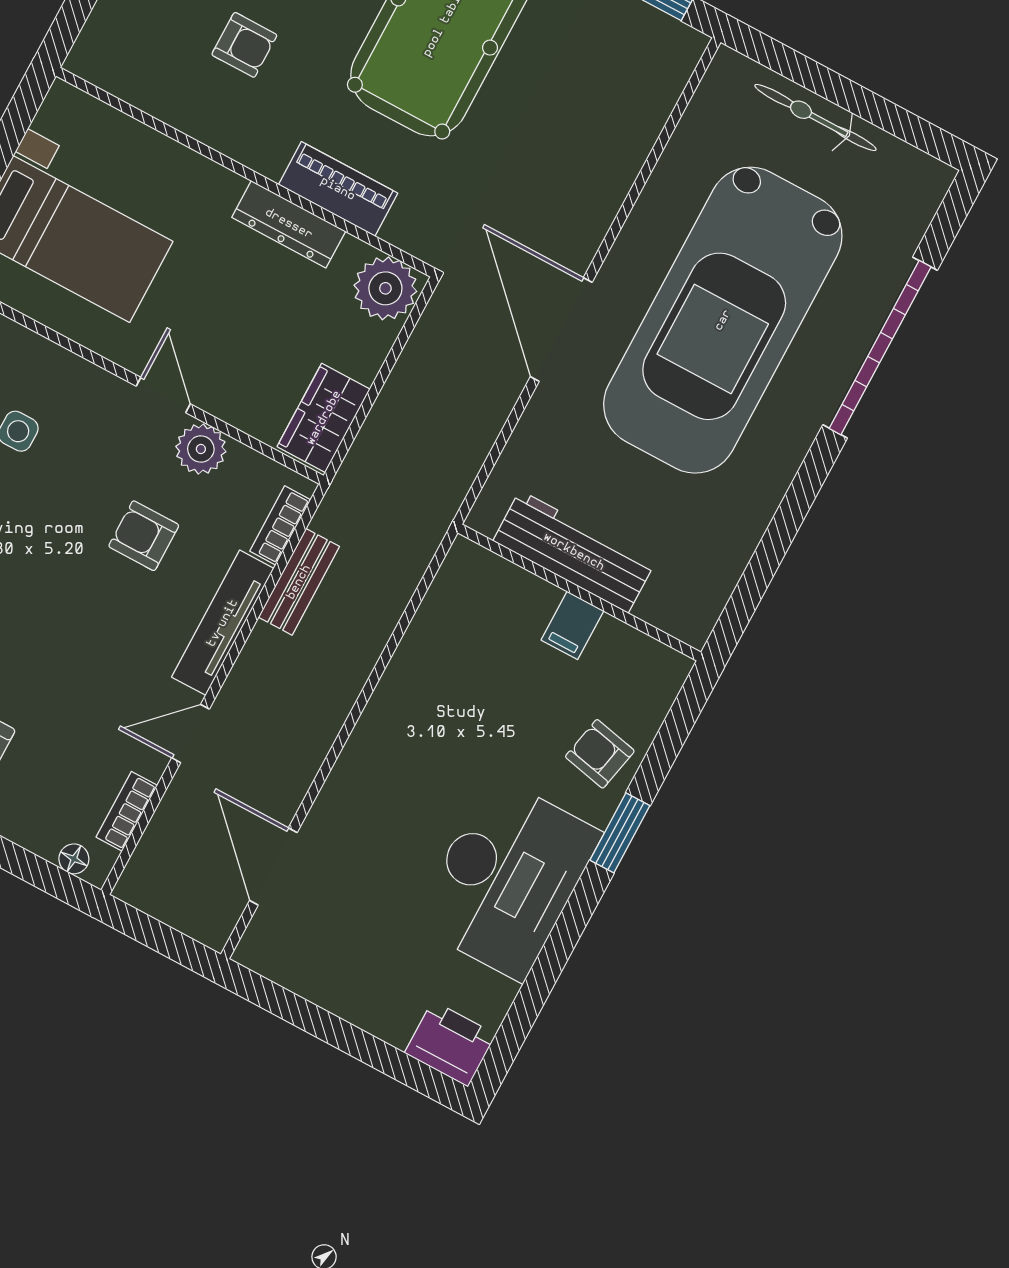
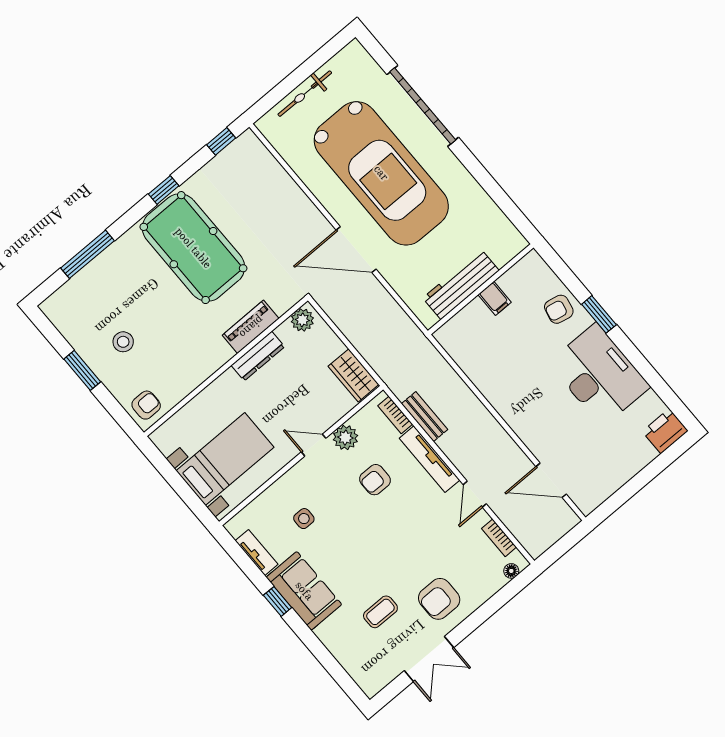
armchair: (244, 45) -> (146, 405), moved
plant: (385, 288) -> (302, 320), width x0.73, depth x0.73

